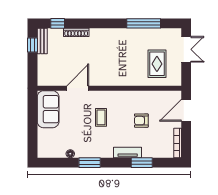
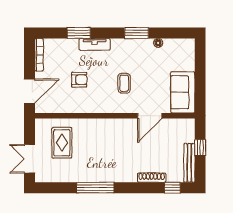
window: (144, 23) -> (95, 188), moved
bench: (42, 41) -> (189, 163), width x1.36
window: (33, 45) -> (200, 148), moved

